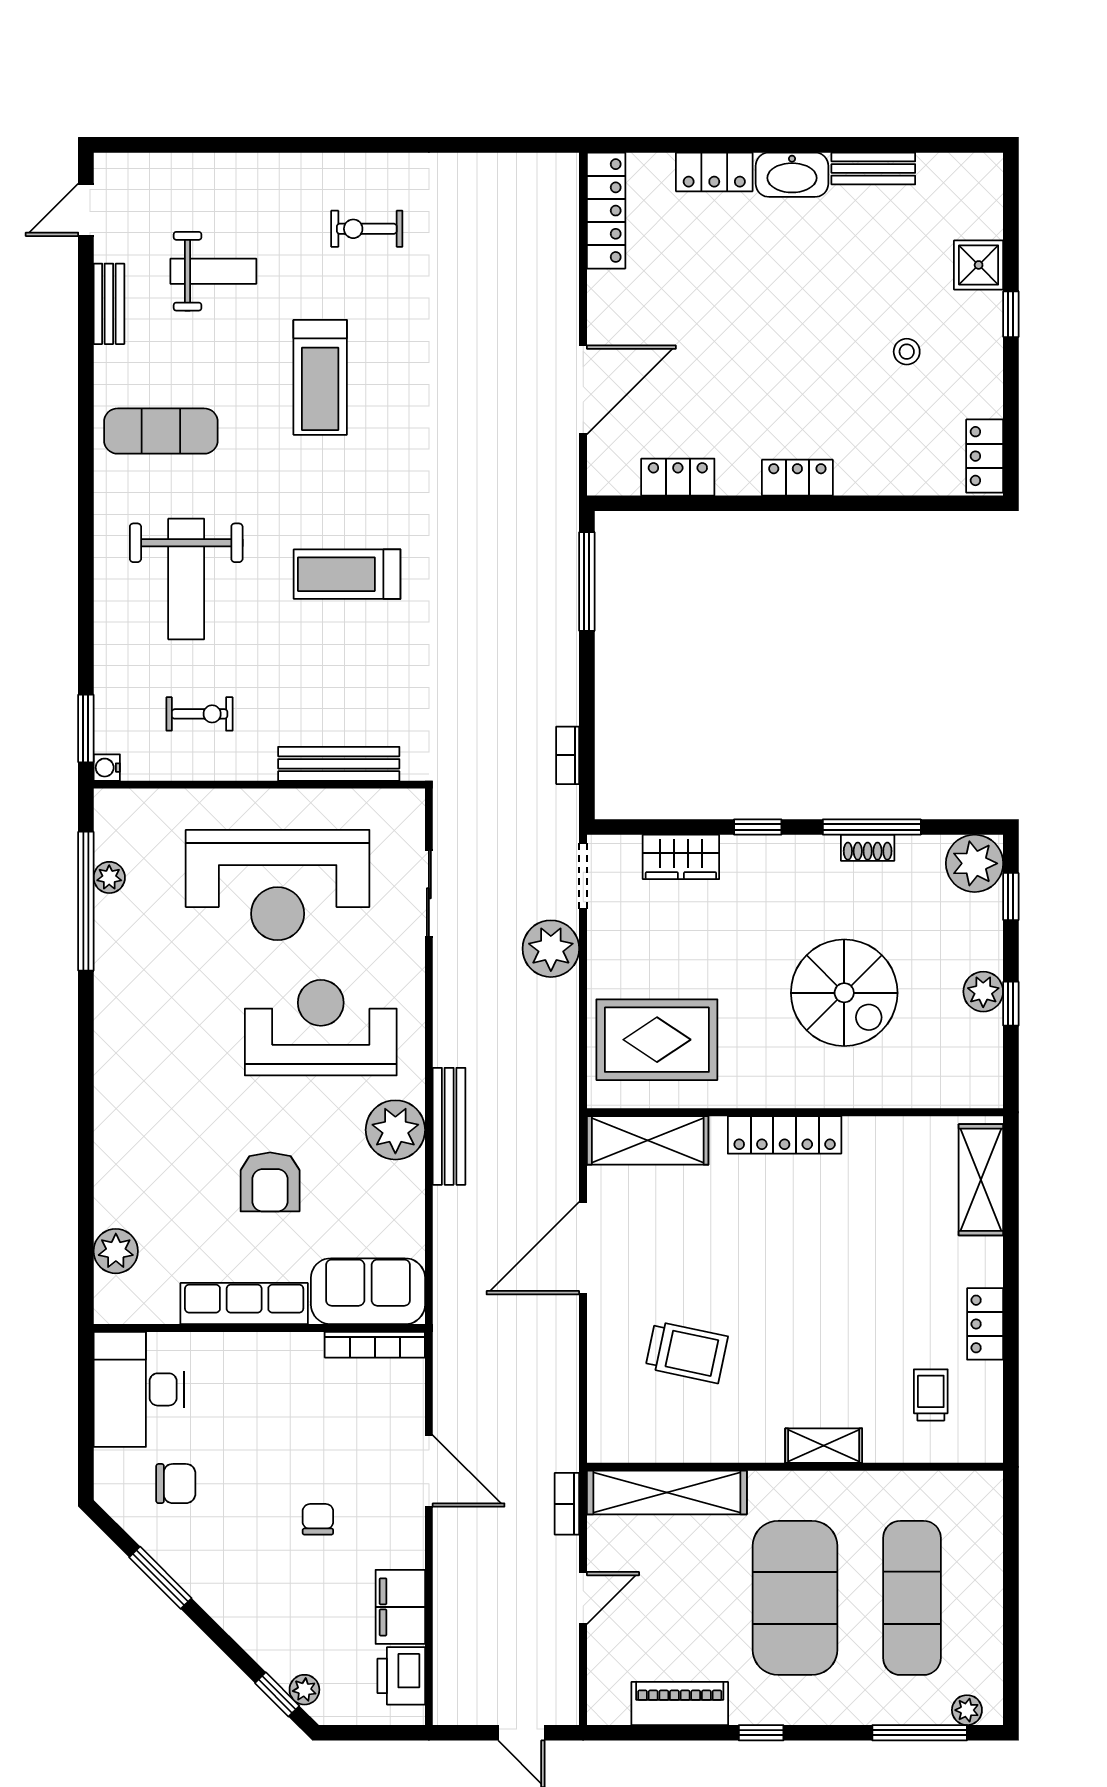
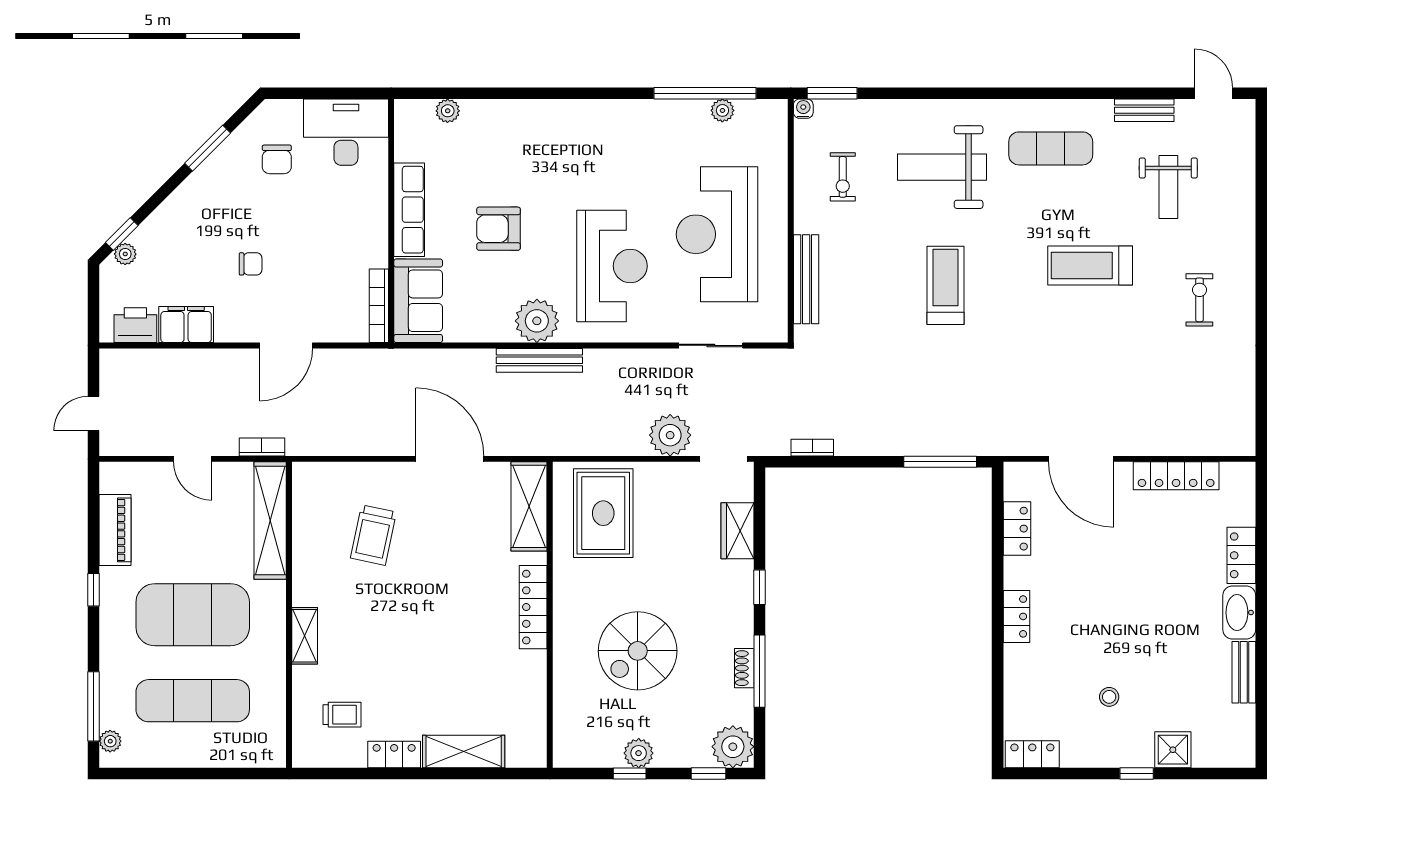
locker: (606, 211) -> (1176, 476), moved
exercise mat: (161, 431) -> (1051, 148), turned 90
shelving: (981, 1180) -> (464, 751), moved
plant: (116, 1251) -> (448, 111), width x0.73, depth x0.73

